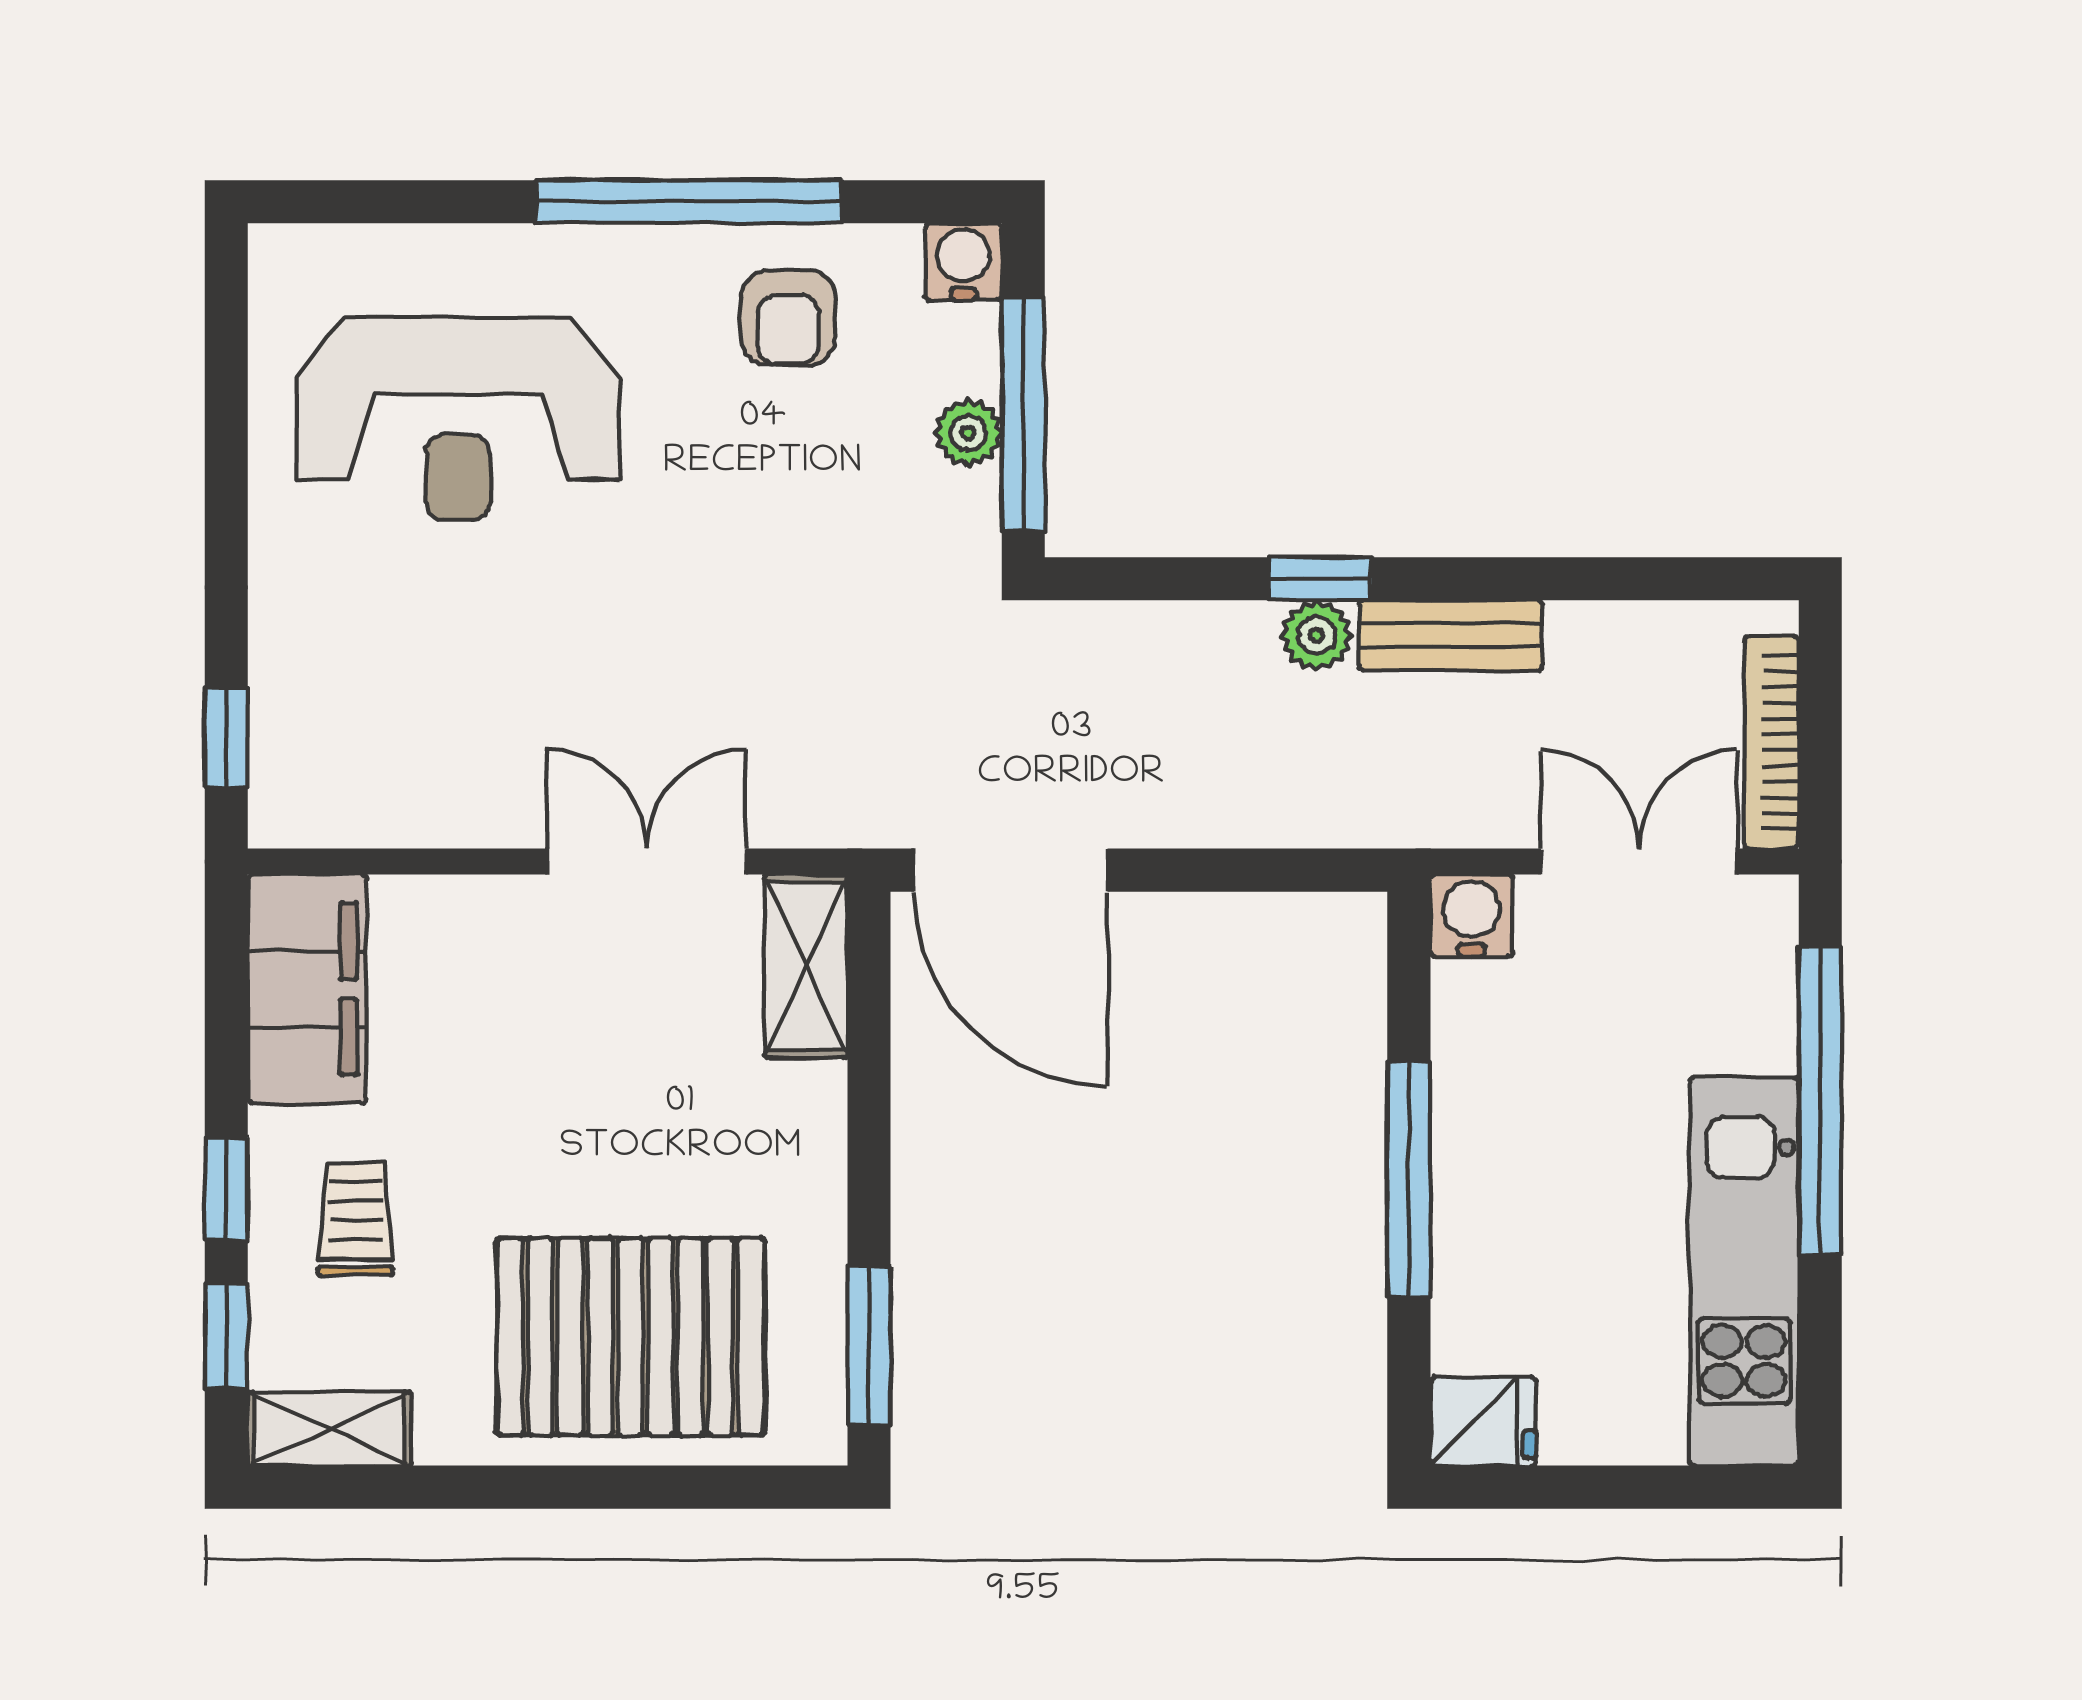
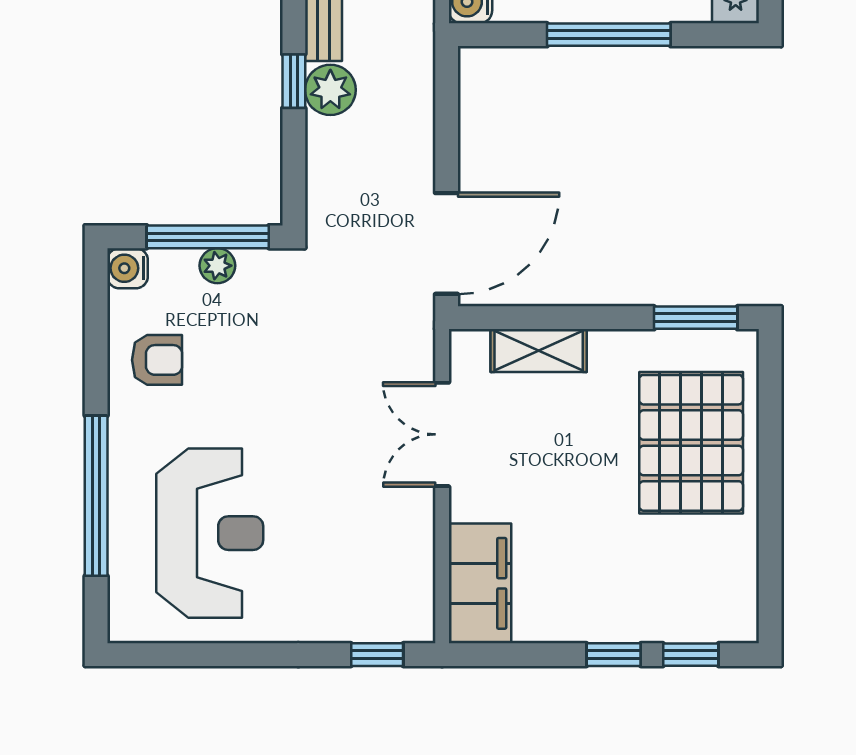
window: (689, 202) -> (96, 496), moved
plant: (1317, 635) -> (330, 90), width x1.38, depth x1.38
shelving: (806, 966) -> (539, 351), moved
filing cabinet: (307, 989) -> (480, 583), moved, turned 90
trolley: (355, 1219) -> (629, 587), removed
shelving: (329, 1429) -> (740, 601), removed

